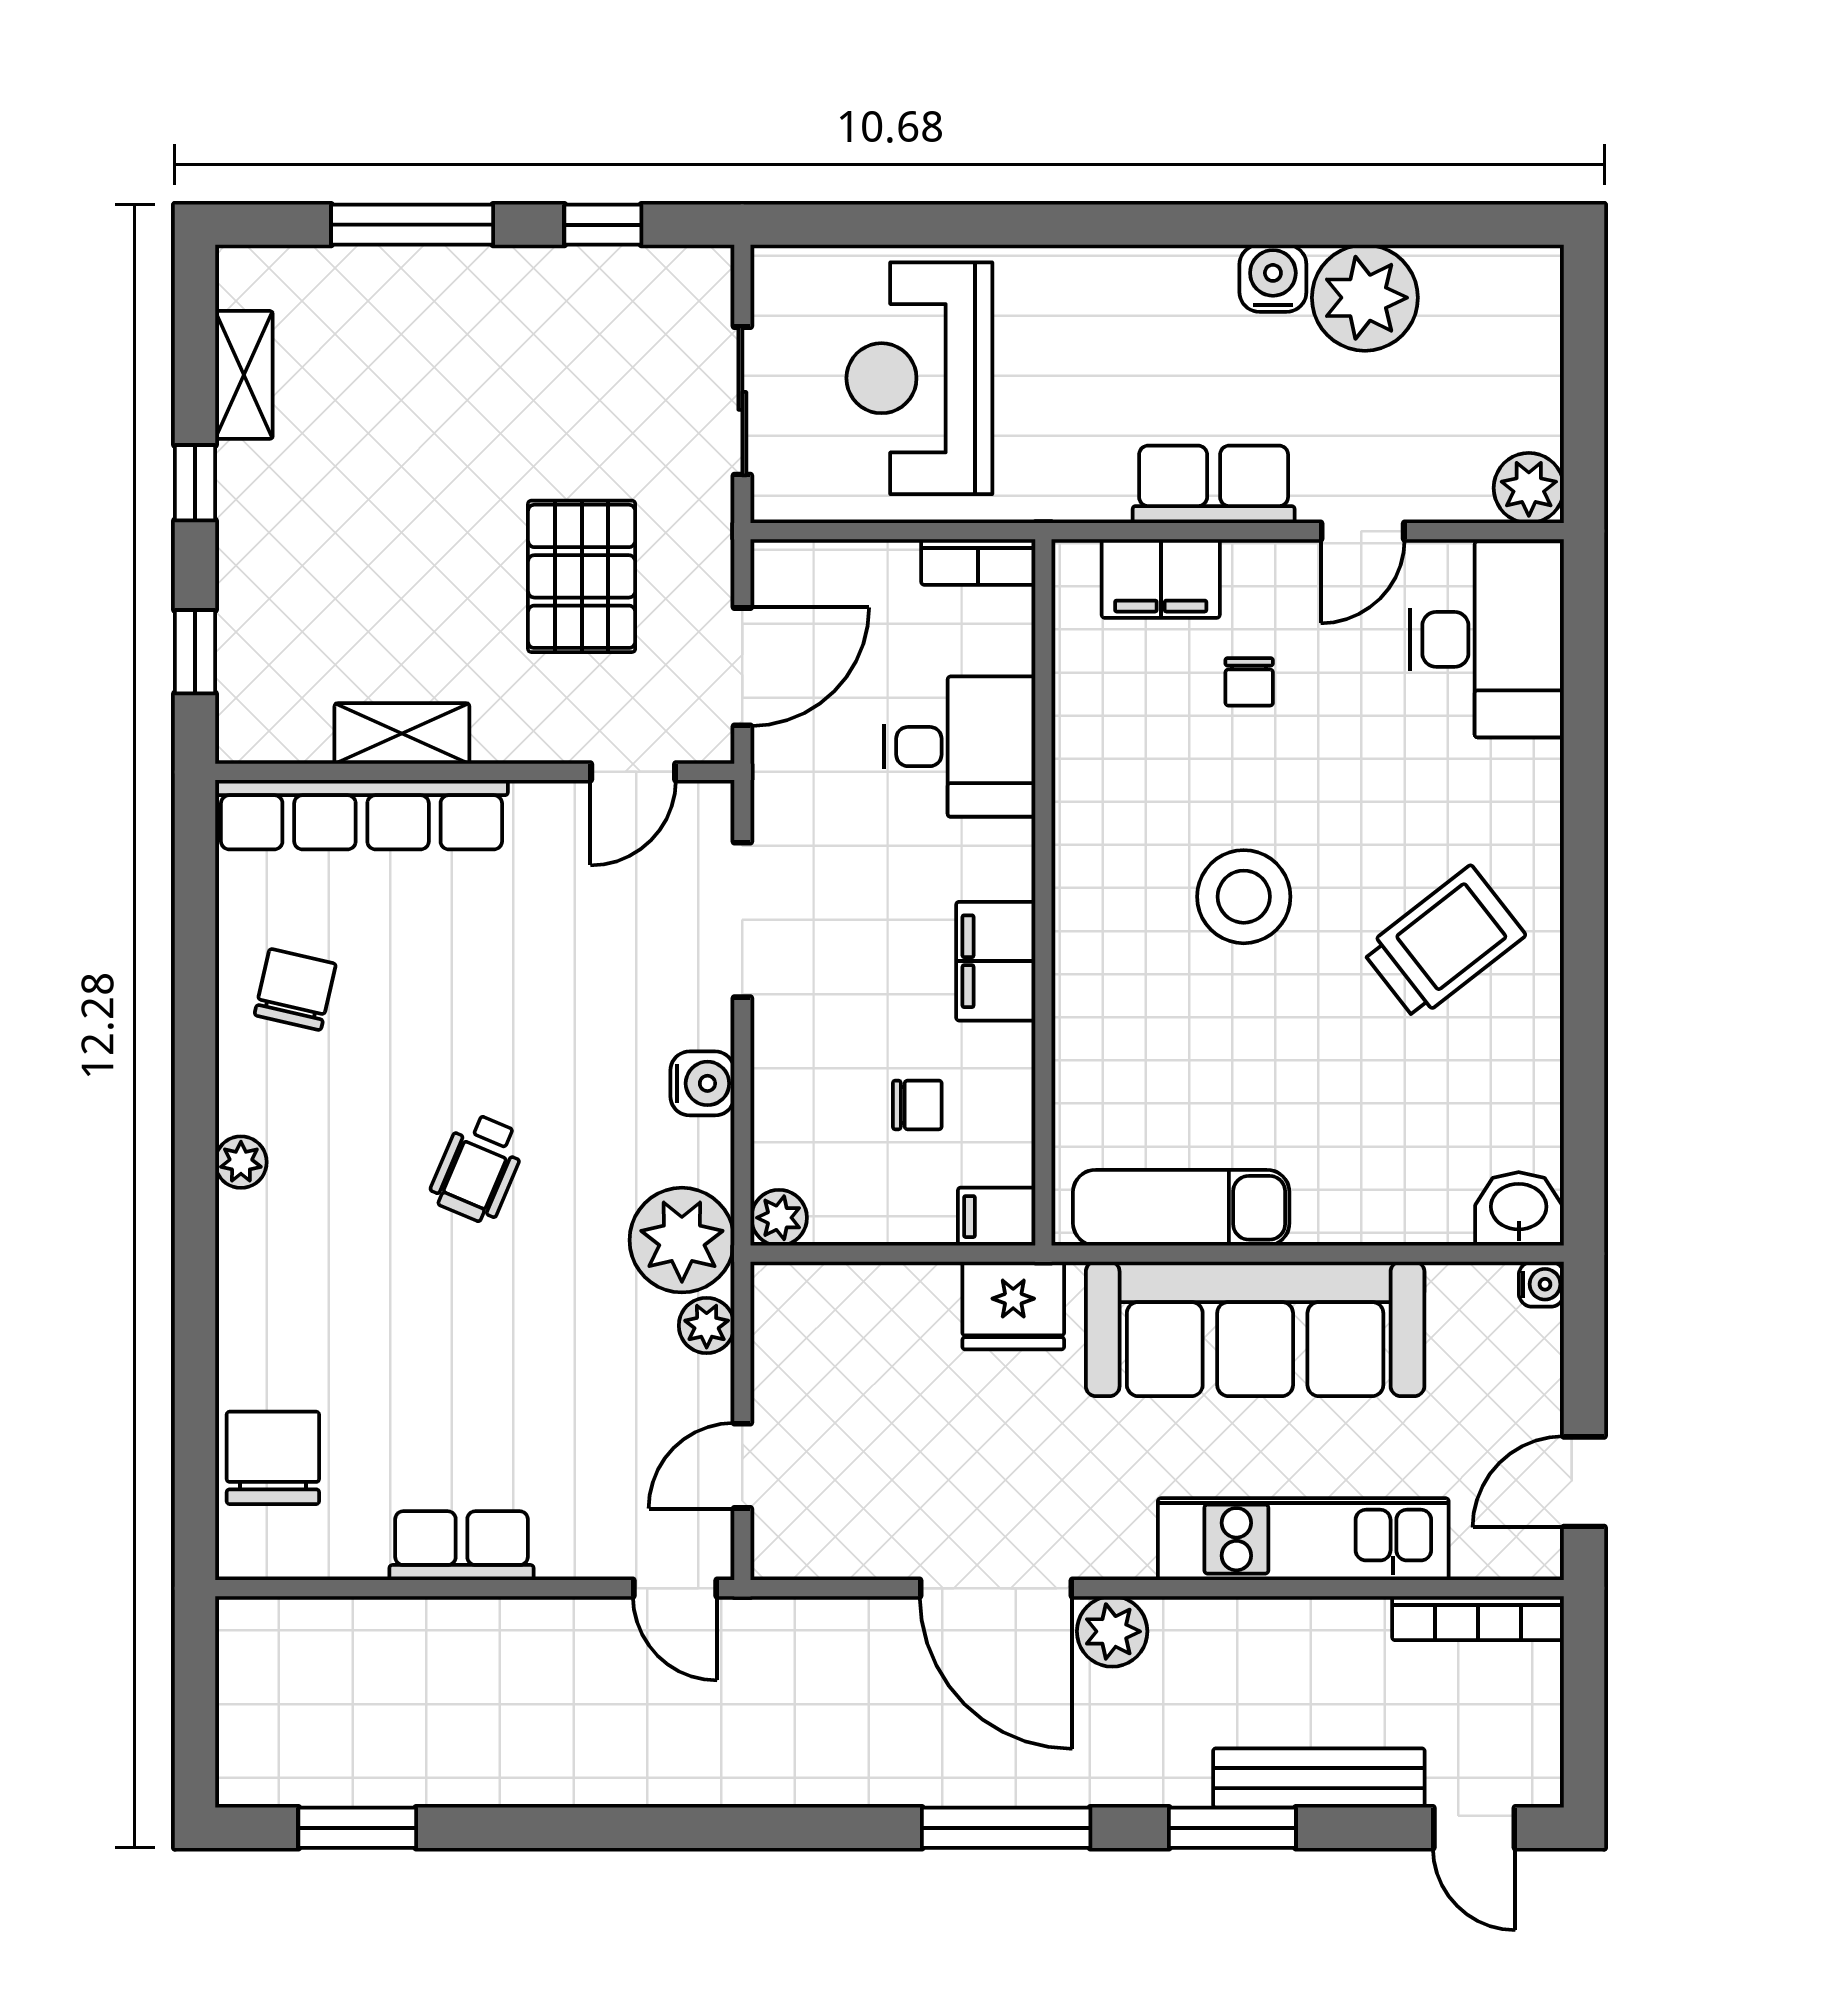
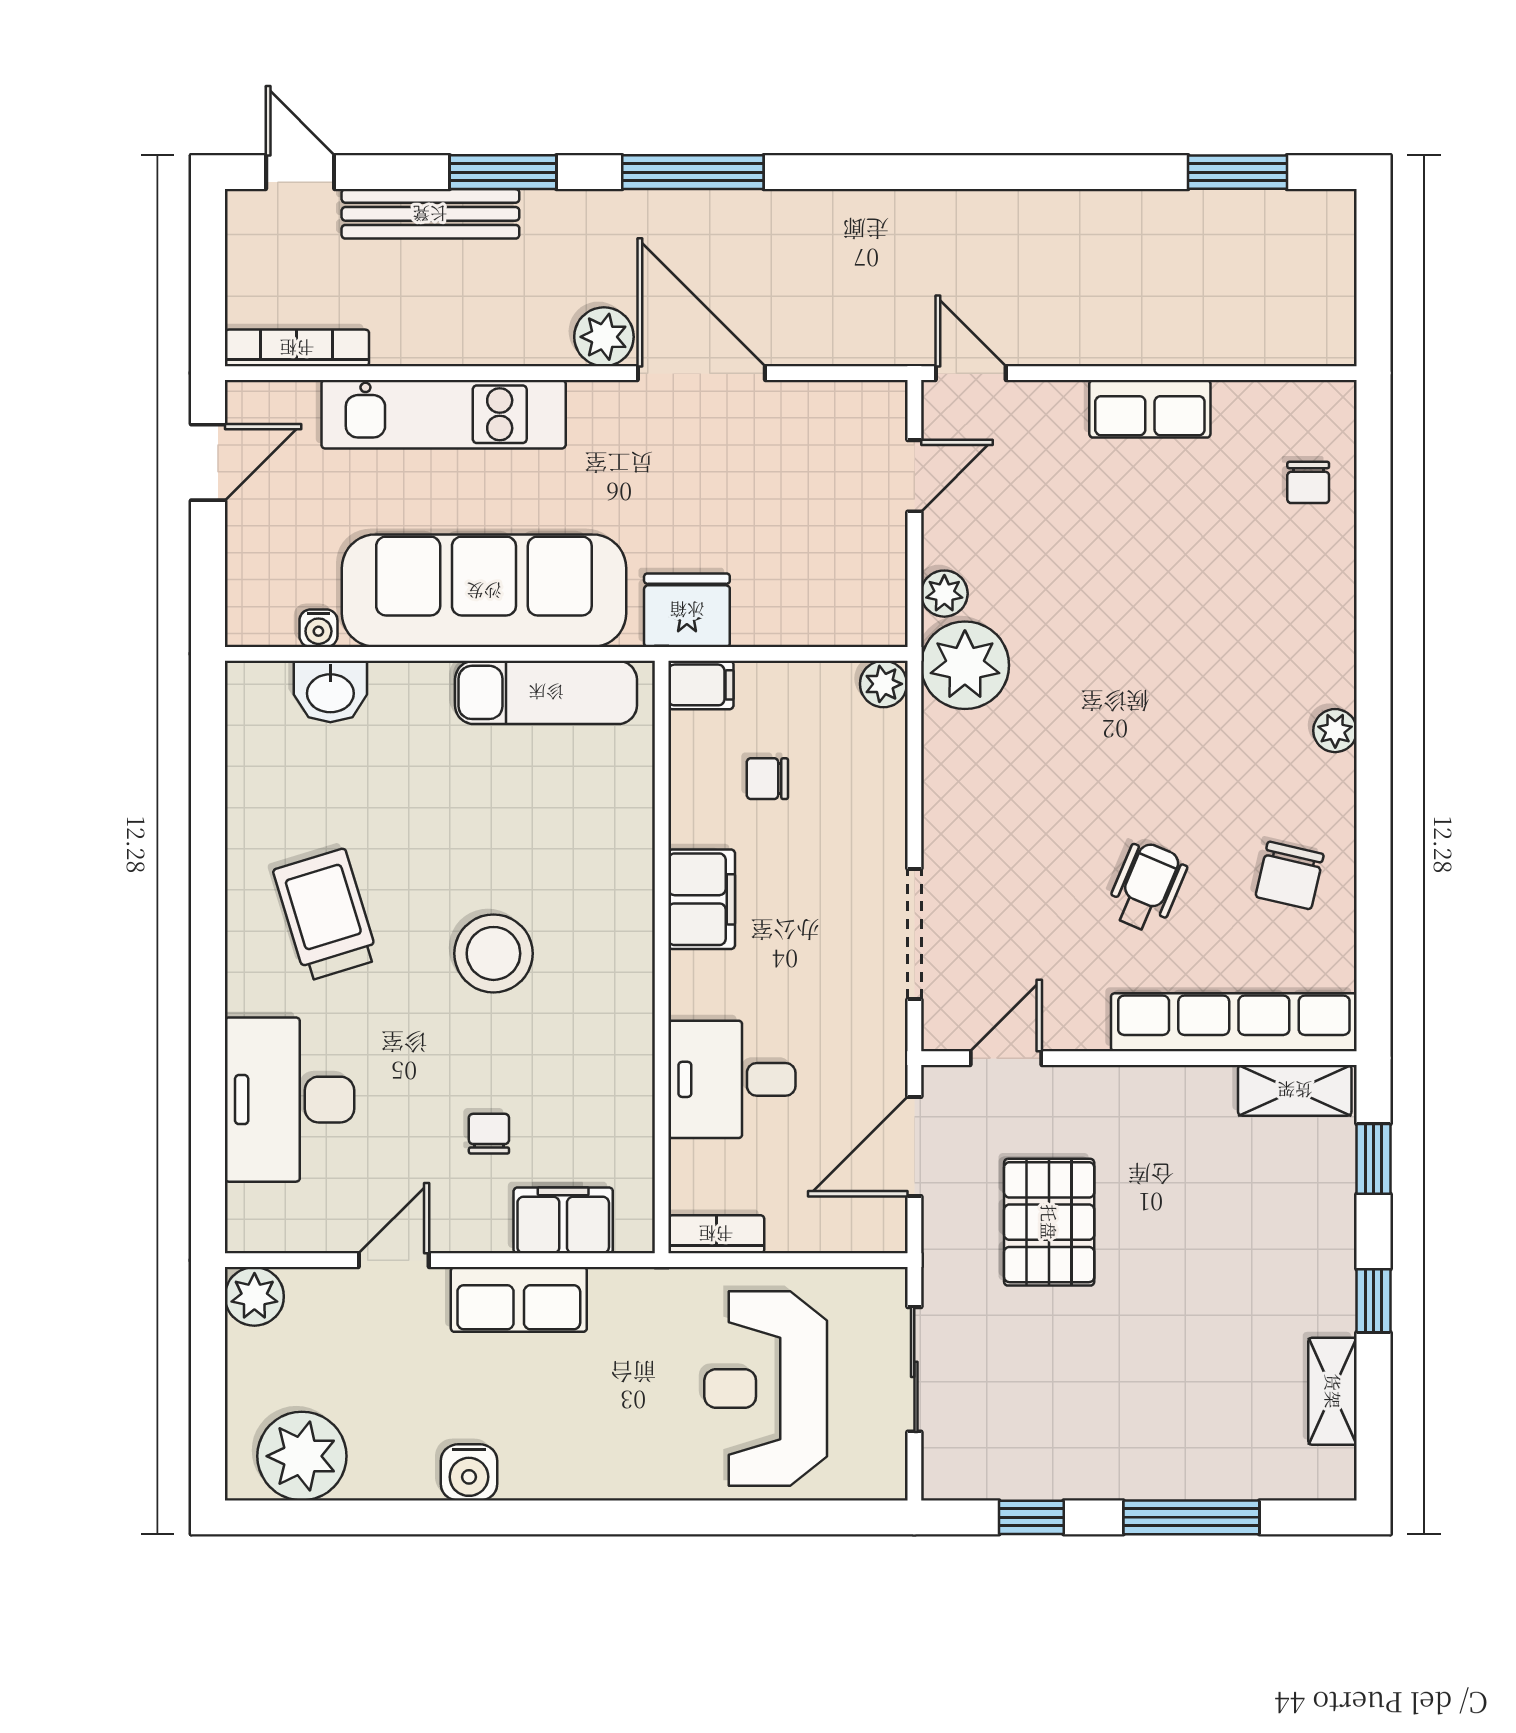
plant: (1365, 298) -> (302, 1456), moved
reception desk: (919, 378) -> (766, 1388), turned 180
desk: (1487, 639) -> (289, 1100), moved
shelving: (402, 734) -> (1295, 1090), moved
trolley: (1444, 943) -> (326, 915), turned 111
water cooler: (702, 1083) -> (948, 797), removed
wheelchair: (478, 1168) -> (1147, 887), moved
washbasin: (1519, 1209) -> (330, 691), moved
water cooler: (1541, 1284) -> (318, 628), moved, turned -90
chair: (273, 1458) -> (1308, 482), width x0.54, depth x0.54

